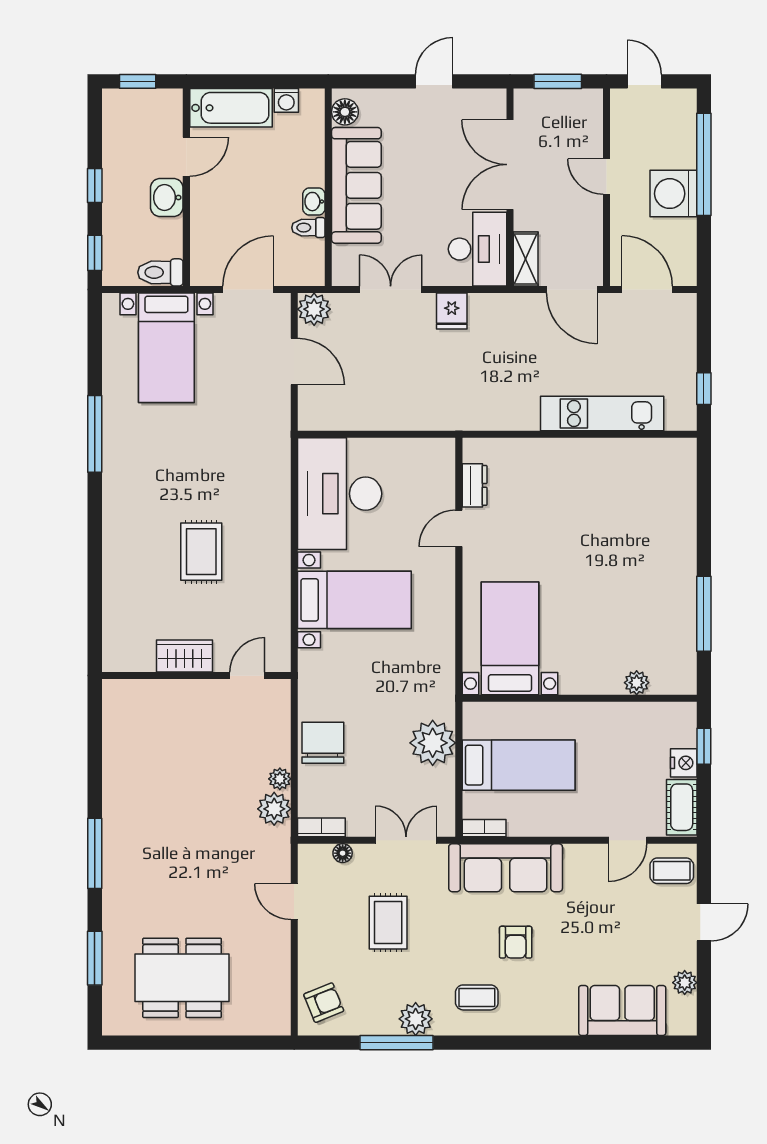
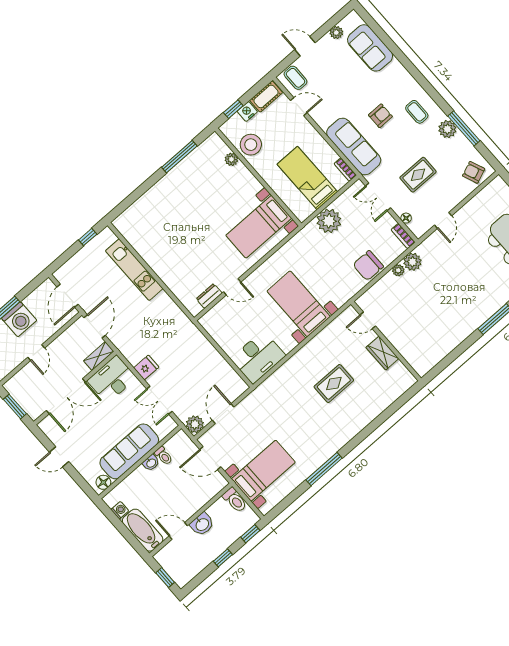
desk: (340, 494) -> (258, 357), width x0.73, depth x0.77
stool: (634, 727) -> (251, 145), added

